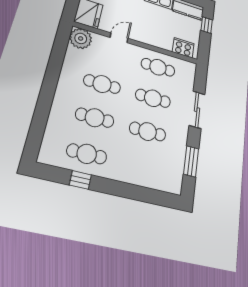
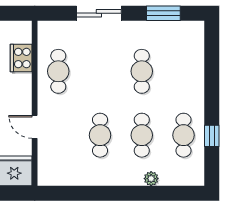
plant: (81, 38) -> (151, 179), moved, width x0.53, depth x0.53
cooker: (183, 48) -> (21, 58), moved
cafe table: (153, 98) -> (100, 71), removed

